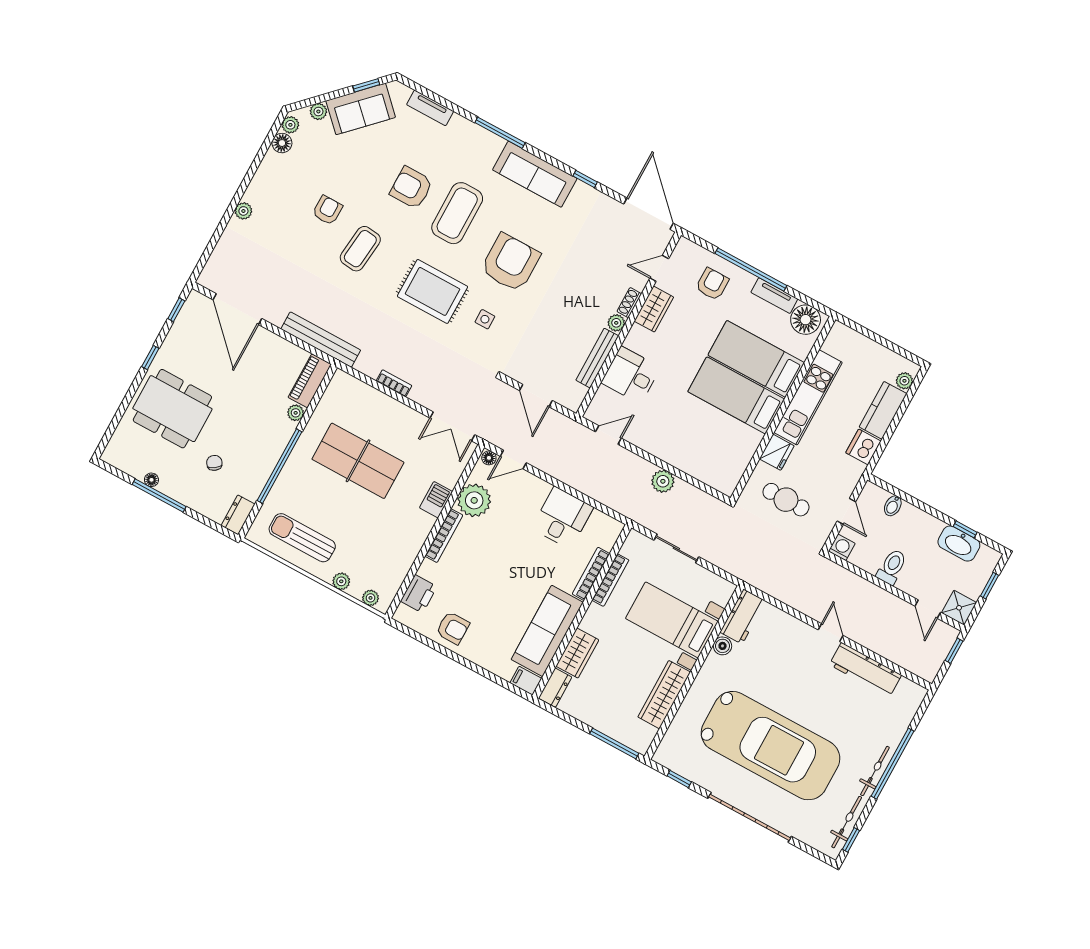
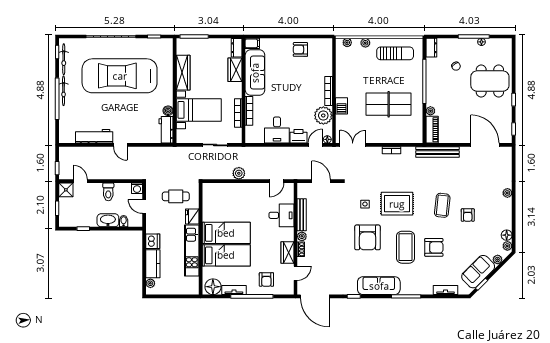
washbasin: (959, 544) -> (108, 220), moved
printer: (419, 594) -> (298, 136), moved, turned 90

